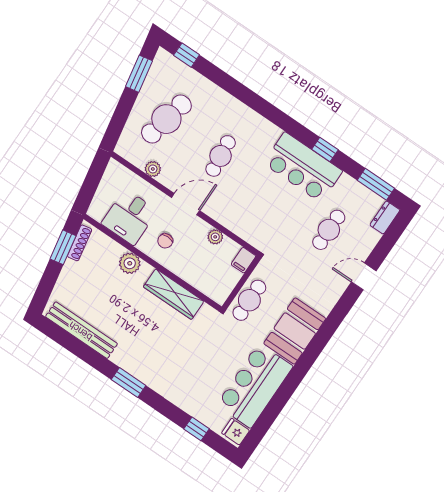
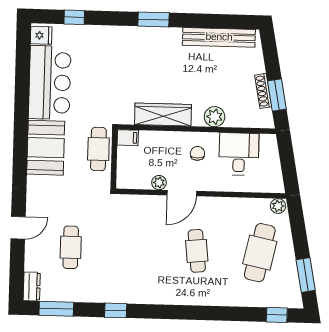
bar counter: (303, 167) -> (124, 285), removed
plant: (153, 169) -> (278, 206), moved
door: (186, 204) -> (182, 193), moved
shoe rack: (80, 243) -> (263, 91), moved
filing cabinet: (243, 260) -> (128, 138), moved, turned 90

